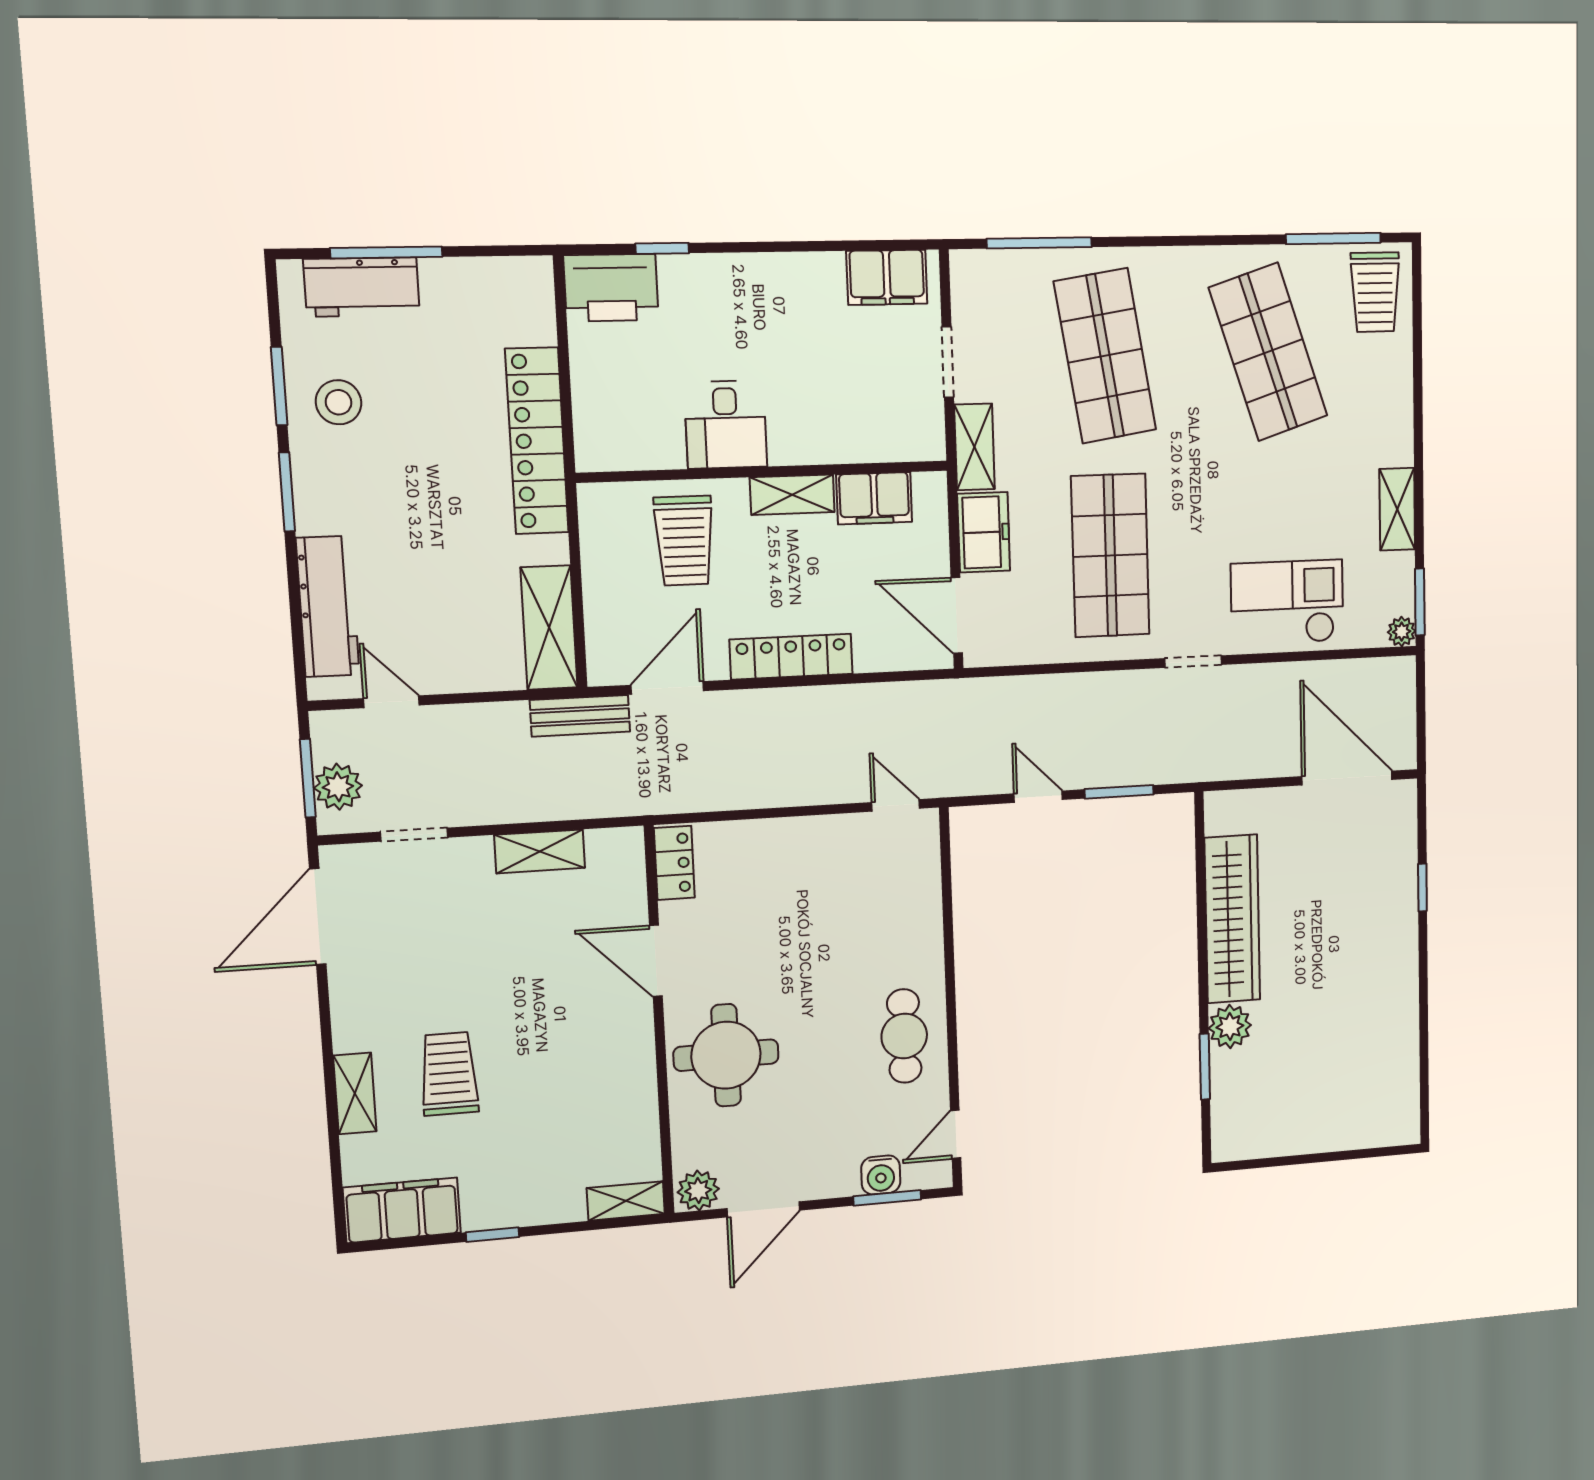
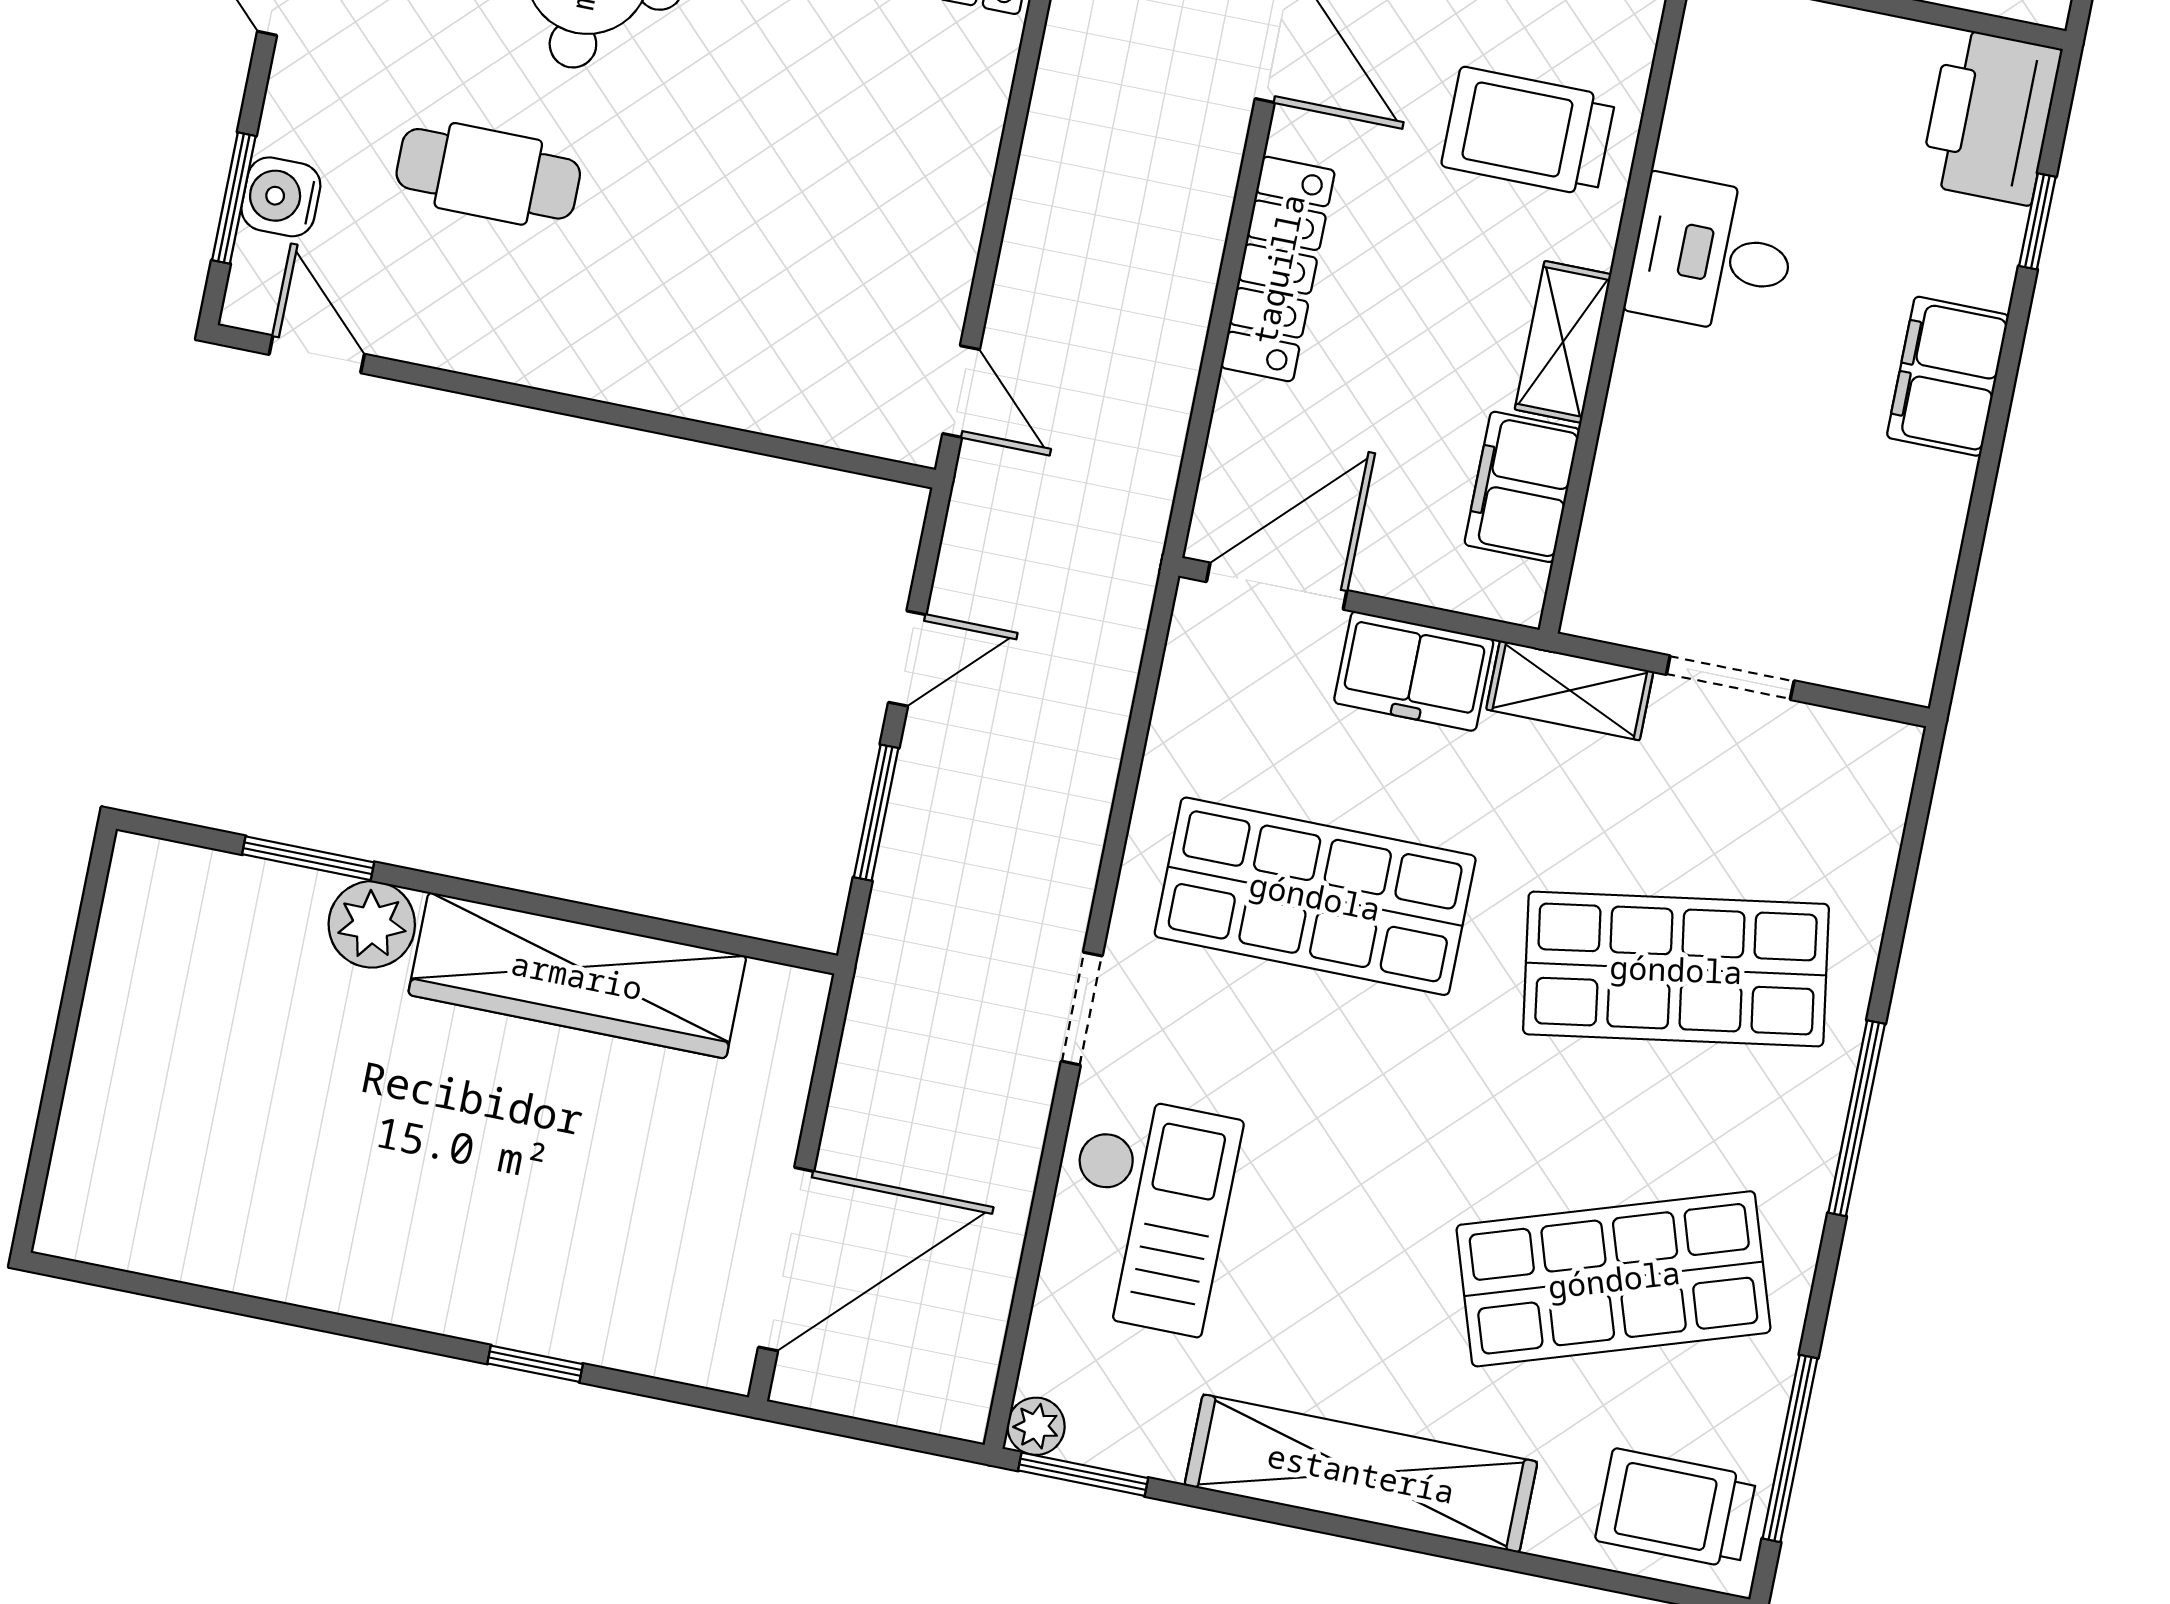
window: (1039, 243) -> (1857, 1118), moved
filing cabinet: (887, 277) -> (1948, 376), moved
shelving: (1397, 509) -> (1361, 1473), width x2.20, depth x1.33
door: (896, 805) -> (961, 392), hinge flipped
cafe table: (904, 1036) -> (488, 174), moved

